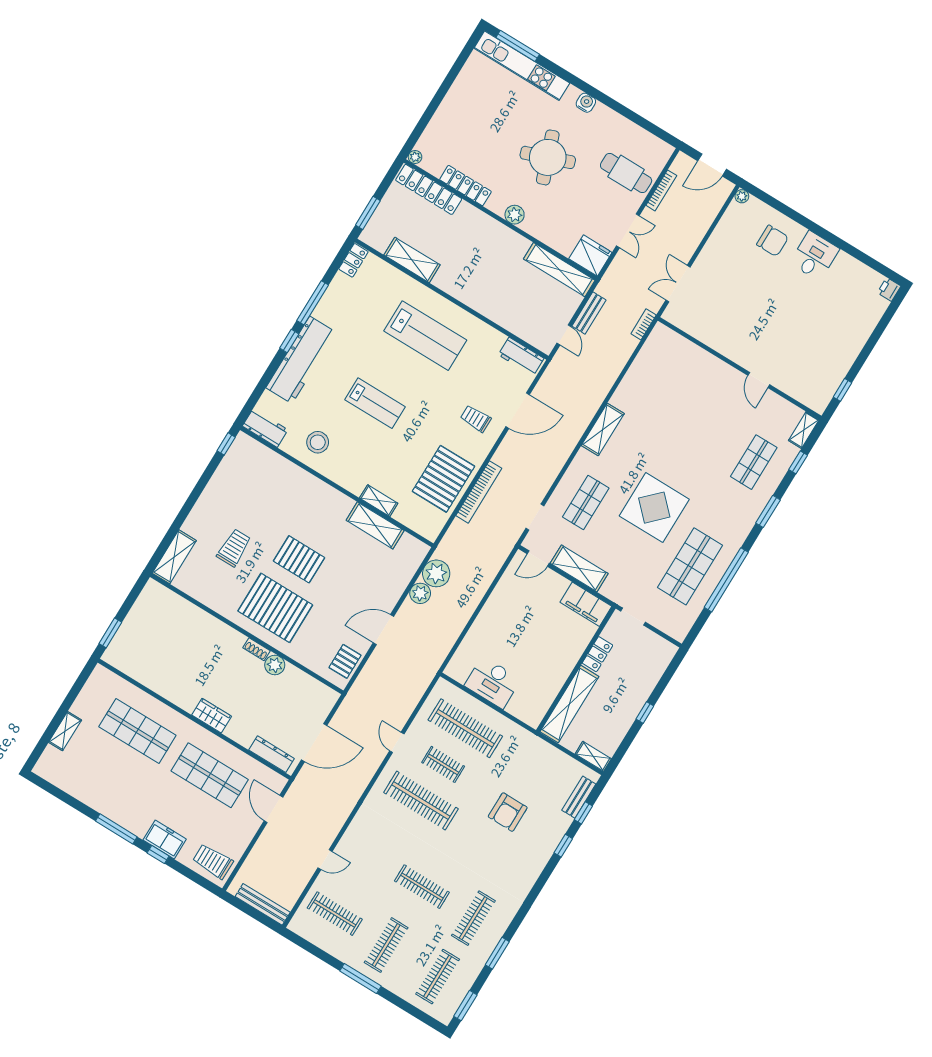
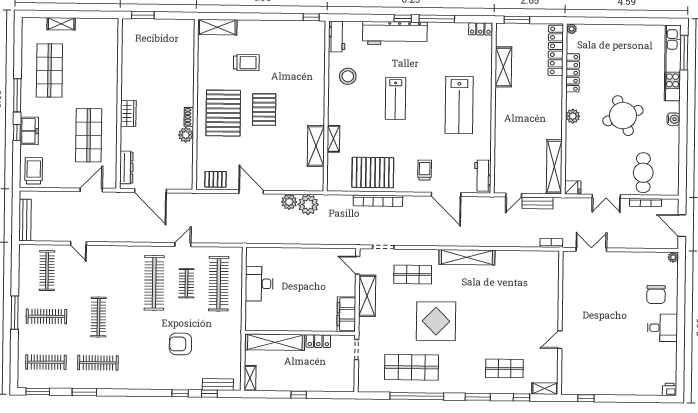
fridge: (590, 256) -> (573, 188), width x0.53, depth x0.75
shelving: (603, 429) -> (467, 257), width x1.47
shop shelf: (137, 731) -> (49, 70), moved

